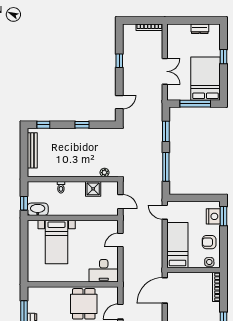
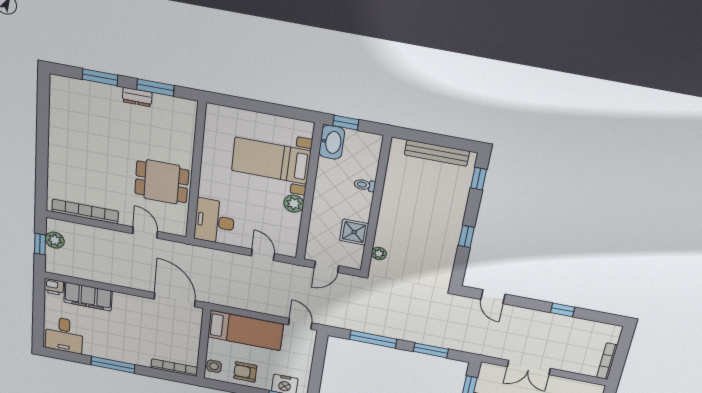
door: (165, 212) -> (300, 324), hinge flipped
plant: (82, 226) -> (294, 204), added
armchair: (209, 242) -> (245, 372), turned -90

